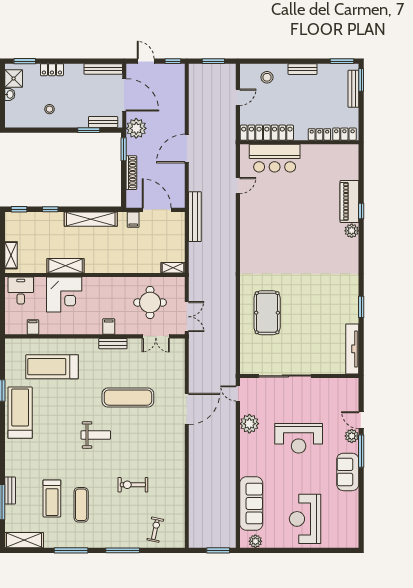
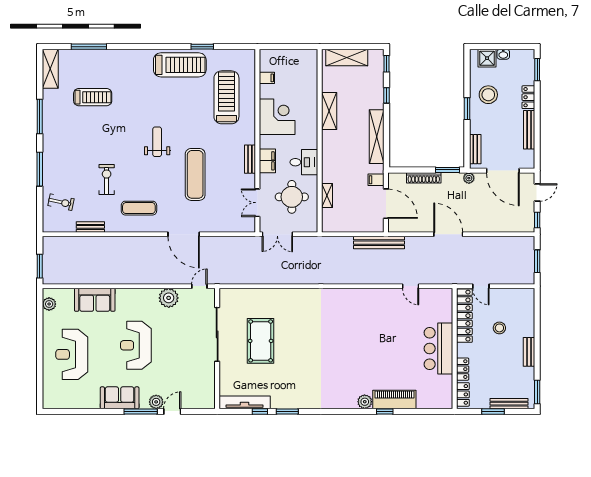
bench: (103, 69) -> (529, 130), moved
stool: (267, 77) -> (499, 328), moved
shower: (14, 78) -> (487, 58), moved
window: (361, 80) -> (493, 412), moved
door: (124, 95) -> (503, 171), hinge flipped
door: (238, 97) -> (481, 286), moved
stool: (49, 109) -> (488, 95), width x1.89, depth x1.89
plant: (136, 128) -> (469, 178), width x0.53, depth x0.53
window: (89, 130) -> (467, 109), moved
bar counter: (275, 158) -> (438, 348), moved
door: (157, 210) -> (386, 204), hinge flipped
shelving: (11, 255) -> (347, 58), width x1.50, depth x1.33
shelving: (173, 268) -> (327, 195), moved
desk: (21, 291) -> (304, 162), moved
corner desk: (64, 295) -> (277, 117), moved, turned 180
pool table: (267, 313) -> (261, 341), moved, turned 90
filing cabinet: (109, 327) -> (267, 161), width x2.00
window: (361, 334) -> (260, 412), added
weight bench: (96, 435) -> (157, 142), turned 180
reception desk: (299, 438) -> (136, 345), moved
bench: (10, 491) -> (90, 227), moved
treadmill: (52, 498) -> (93, 97), turned 180
sofa: (251, 503) -> (95, 300), width x0.73
exercise mat: (81, 505) -> (139, 208), moved
reception desk: (305, 519) -> (72, 354), turned -90

